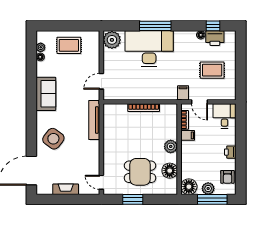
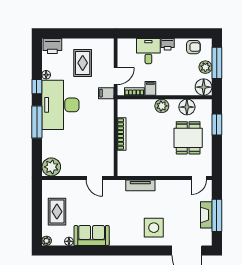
window: (213, 26) -> (37, 87), moved
printer: (215, 38) -> (52, 46), moved, turned 90
plant: (41, 47) -> (47, 241), moved
desk: (149, 49) -> (60, 105), moved
sofa: (46, 94) -> (92, 235), moved
desk: (225, 116) -> (148, 51), moved, turned 90
tv unit: (94, 120) -> (140, 185), width x0.71
side table: (53, 139) -> (154, 228), turned -37
window: (65, 199) -> (217, 215), added
window: (133, 199) -> (217, 125), moved

